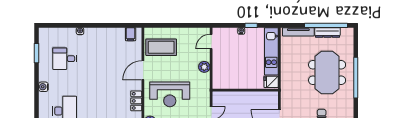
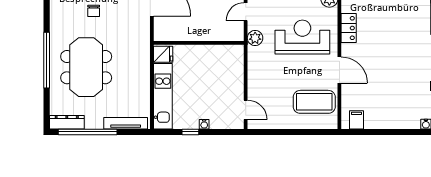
dresser: (328, 32) -> (67, 122), moved
door: (211, 41) -> (246, 110), hinge flipped
plant: (204, 67) -> (255, 38), moved
door: (143, 70) -> (339, 70), hinge flipped

